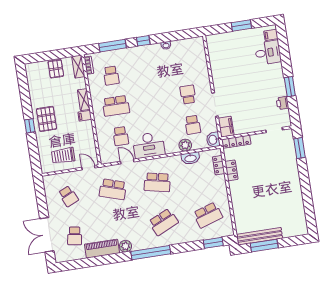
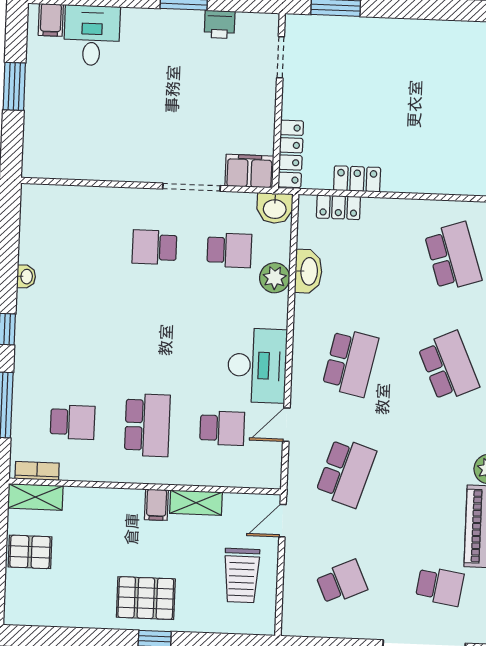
shelving: (84, 100) -> (196, 503), moved

